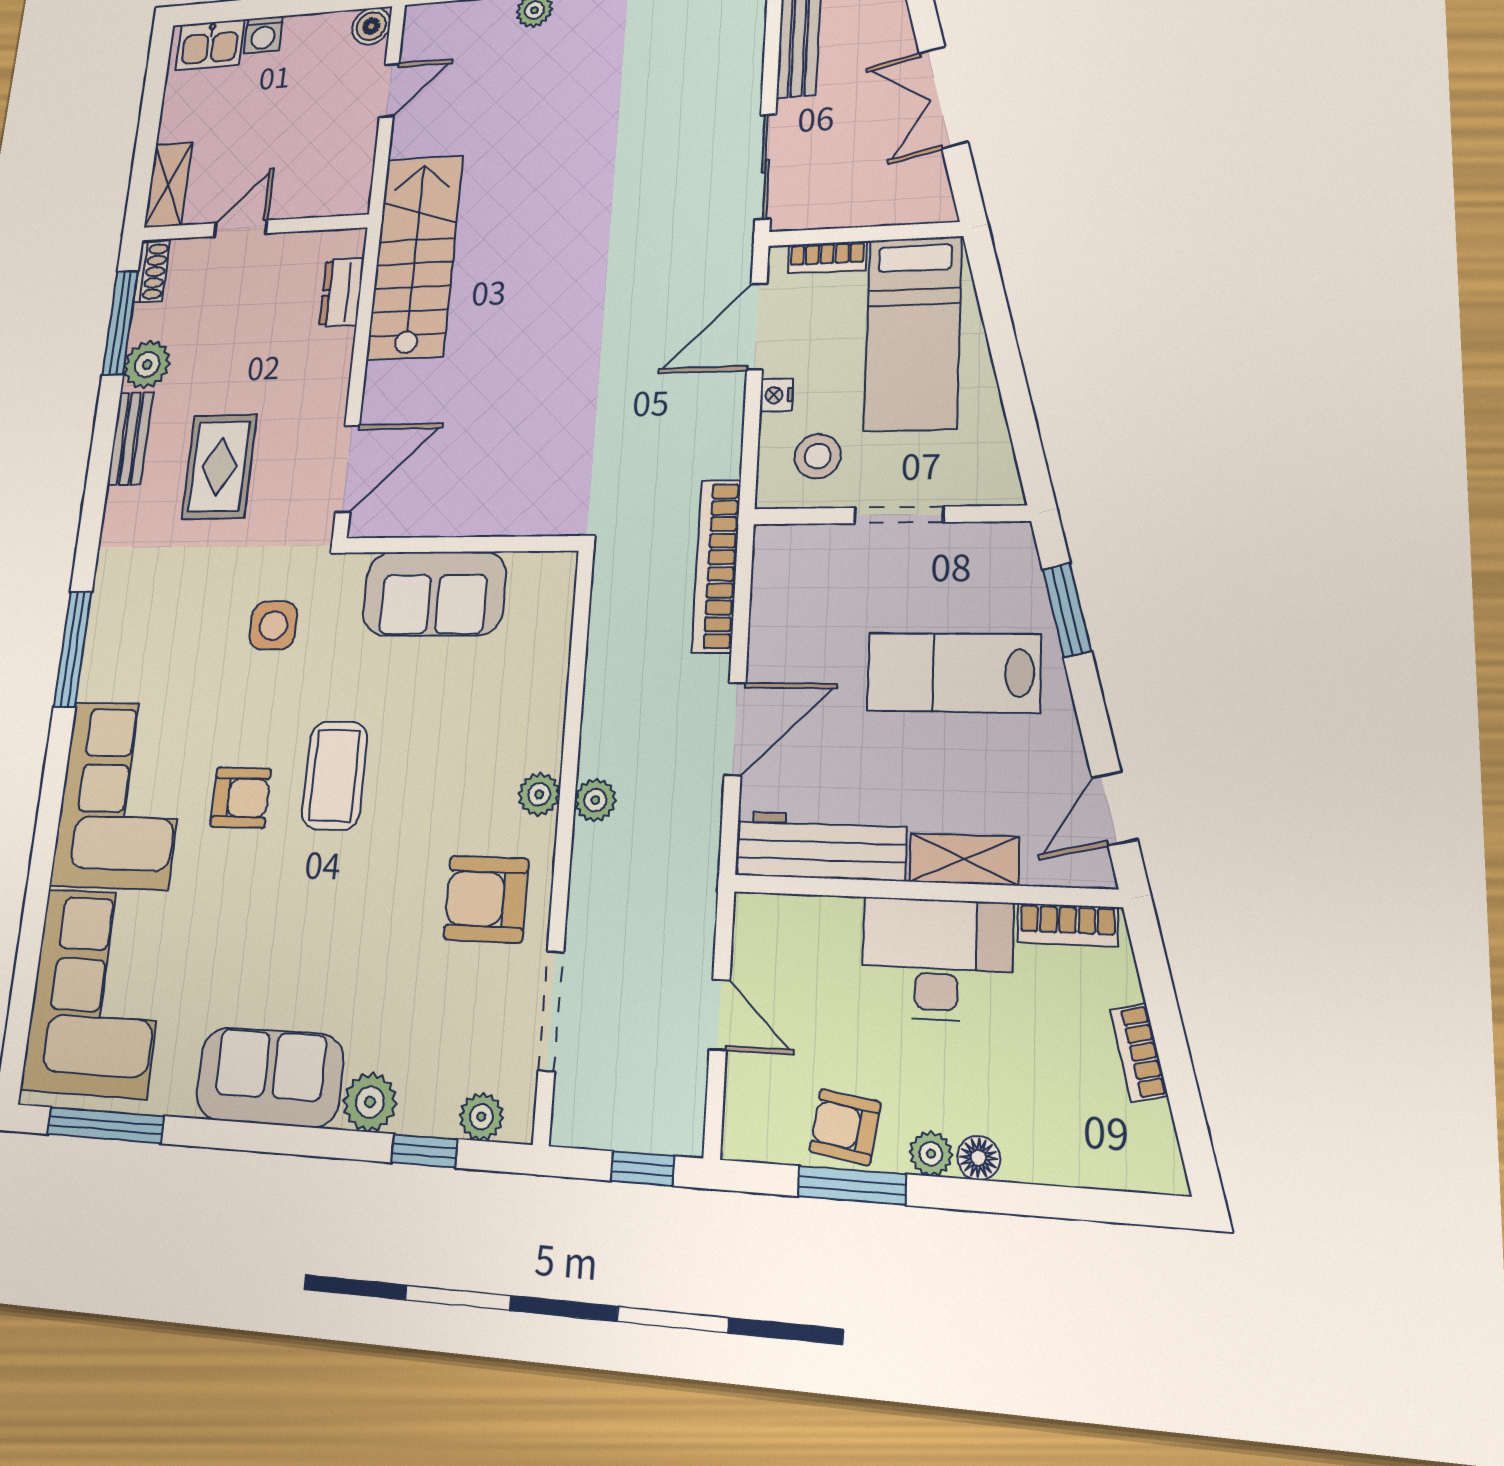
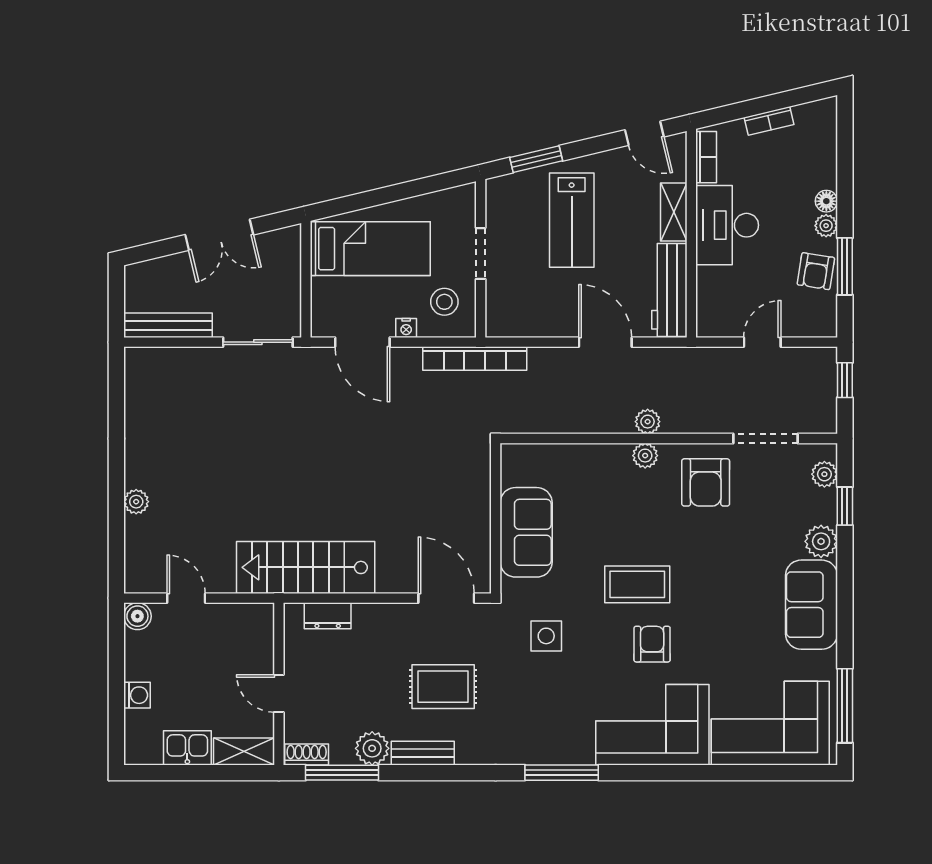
kitchen sink: (210, 45) -> (187, 748), moved, turned -90
bookcase: (827, 257) -> (320, 301), removed
bookcase: (716, 566) -> (475, 358), moved

